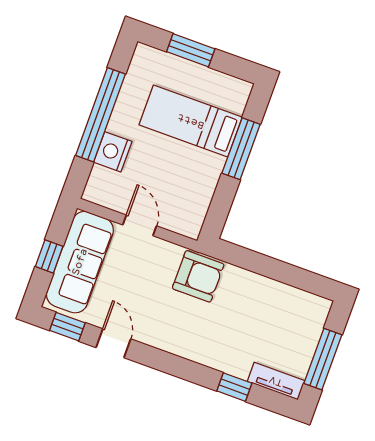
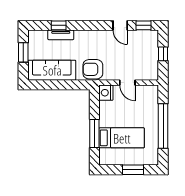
nightstand: (113, 152) -> (106, 93), moved, turned 180
sofa: (80, 262) -> (52, 70), moved, turned 90
window: (323, 359) -> (23, 52), width x0.69
tv unit: (276, 381) -> (61, 35), moved

